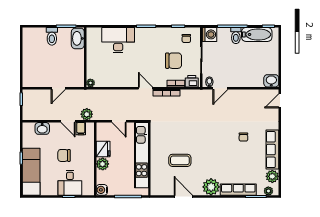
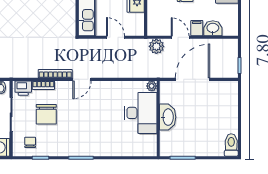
toilet: (52, 36) -> (231, 145), moved
washbasin: (78, 38) -> (168, 117), moved
desk: (118, 40) -> (141, 113), moved, turned -90
chair: (174, 61) -> (46, 114), turned -90
door: (58, 88) -> (193, 79), width x1.88
door: (145, 88) -> (82, 79), hinge flipped
filing cabinet: (81, 129) -> (197, 28), moved

